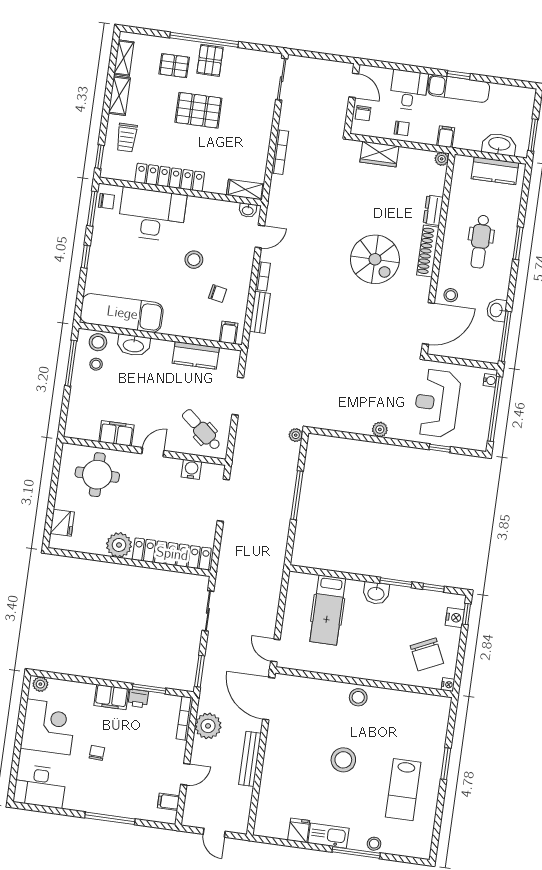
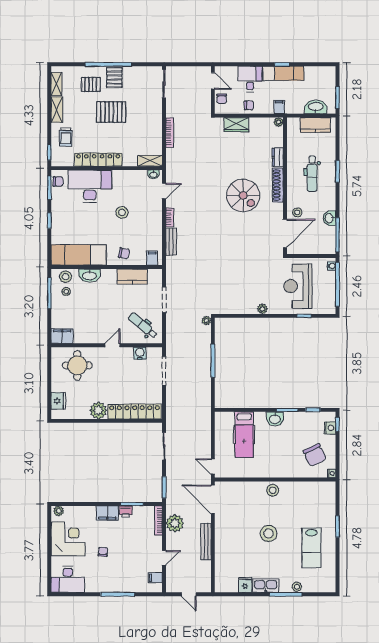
chair: (218, 294) -> (124, 253), moved
filing cabinet: (116, 433) -> (62, 336), moved

